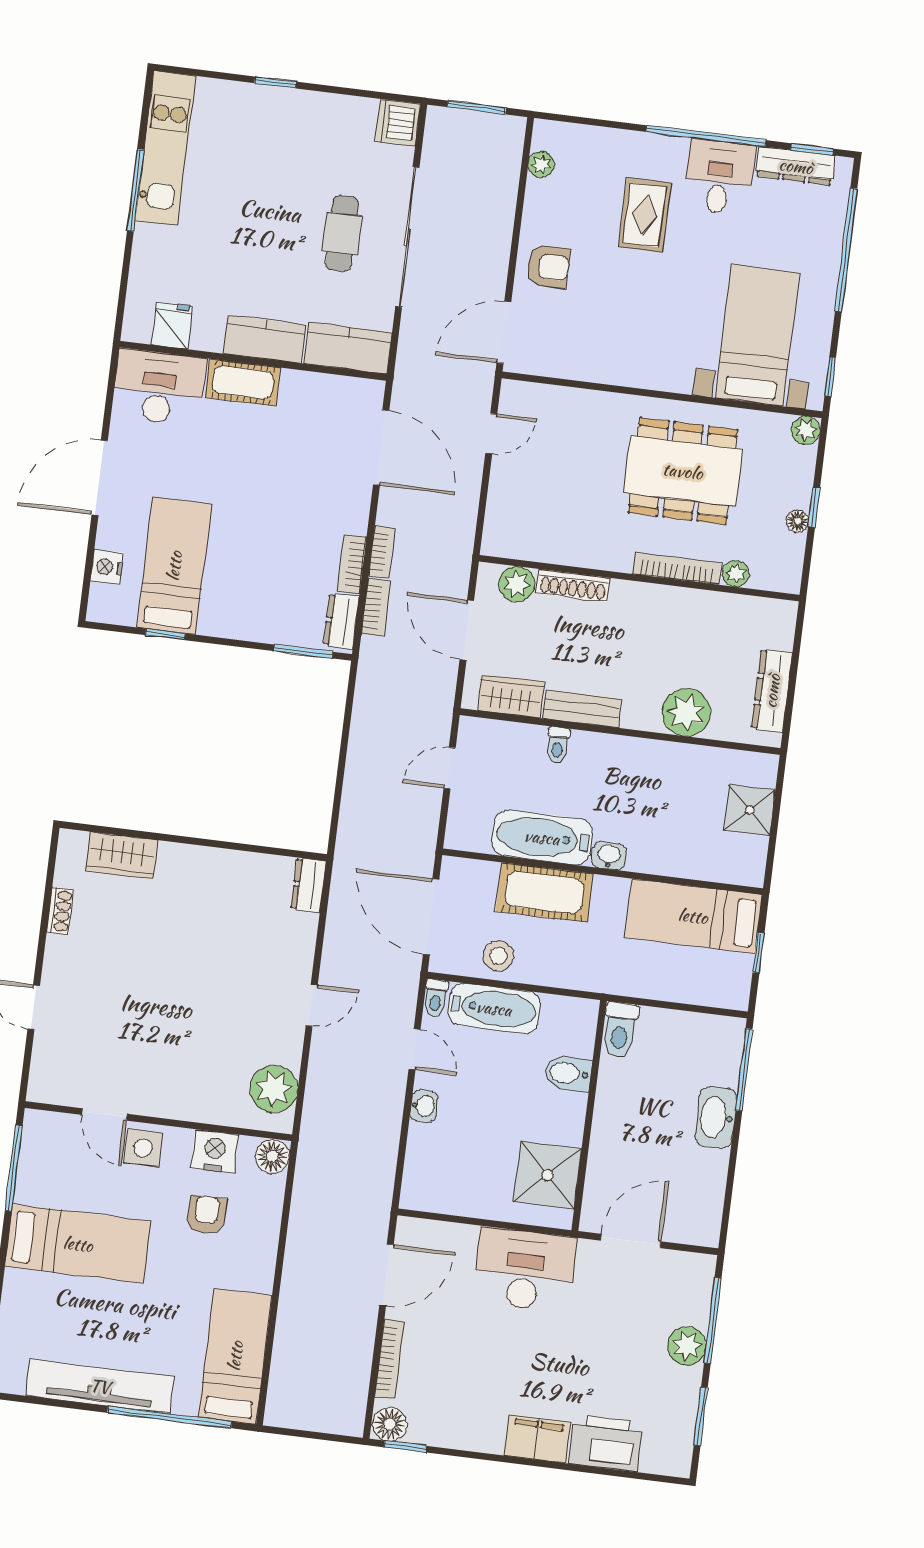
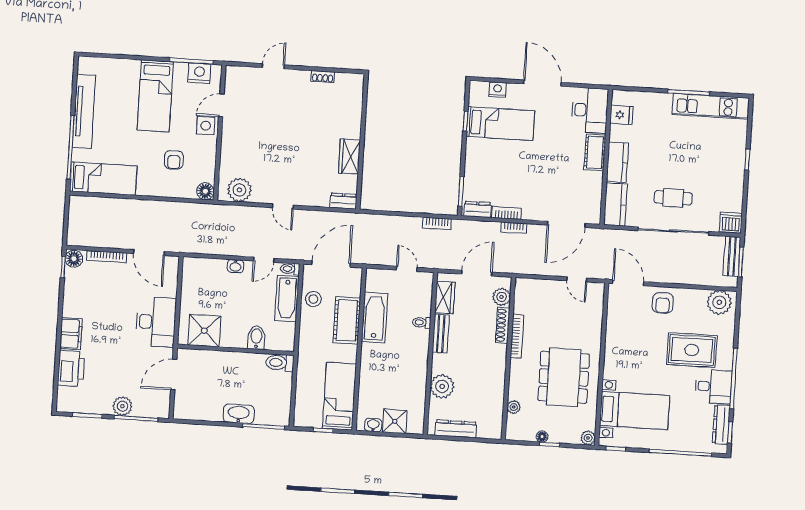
bench: (464, 124) -> (732, 256), added
plant: (541, 165) -> (719, 302), width x1.87, depth x1.87
rug: (645, 215) -> (692, 350), width x1.36, depth x1.43
bookcase: (677, 568) -> (517, 336), moved
bookcase: (376, 607) -> (437, 223), moved
wardrobe: (122, 855) -> (349, 156), moved
washbasin: (609, 856) -> (373, 425), moved, turned -90
nightstand: (215, 1151) -> (199, 73), moved, turned -90
armchair: (207, 1215) -> (174, 160), turned 88
door: (631, 1241) -> (174, 375), swing flipped

